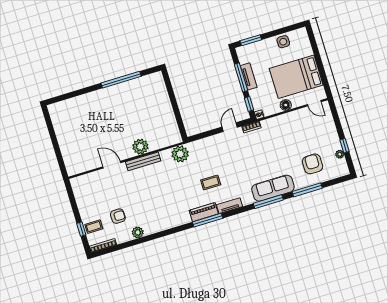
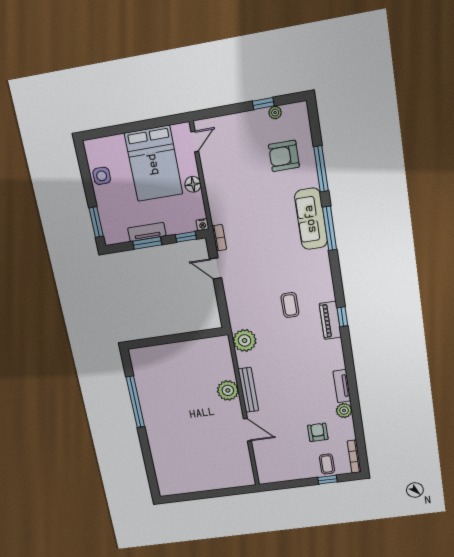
window: (241, 77) -> (147, 243), width x0.69
door: (112, 165) -> (247, 430), swing flipped
tv unit: (230, 206) -> (342, 386), moved
window: (208, 220) -> (342, 317), width x0.46

